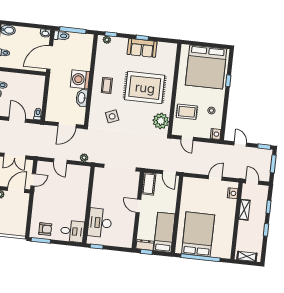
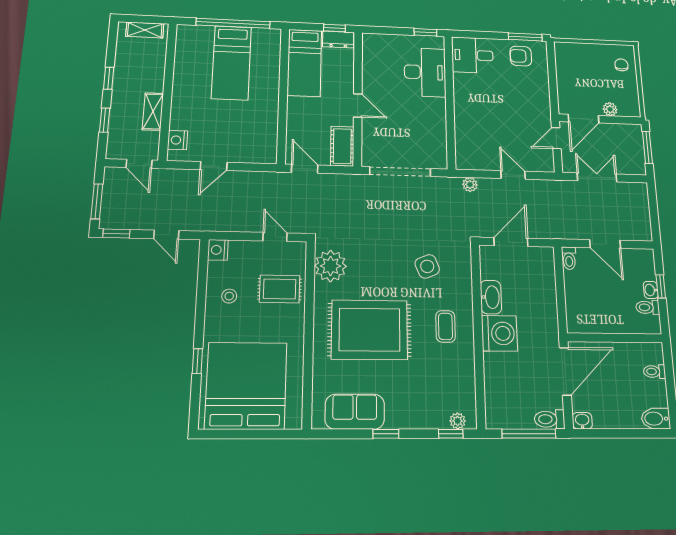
sofa: (142, 48) -> (355, 412), moved
bed: (198, 234) -> (231, 63), width x0.67

